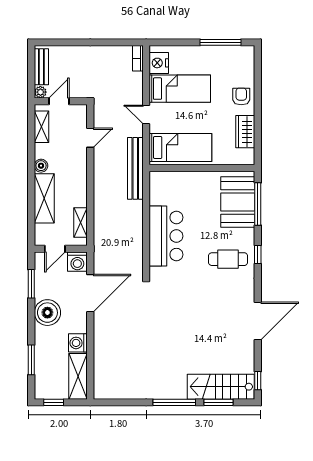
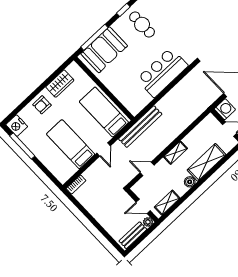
nightstand: (159, 63) -> (17, 126), moved, turned 90
shelving: (80, 223) -> (175, 153), moved

